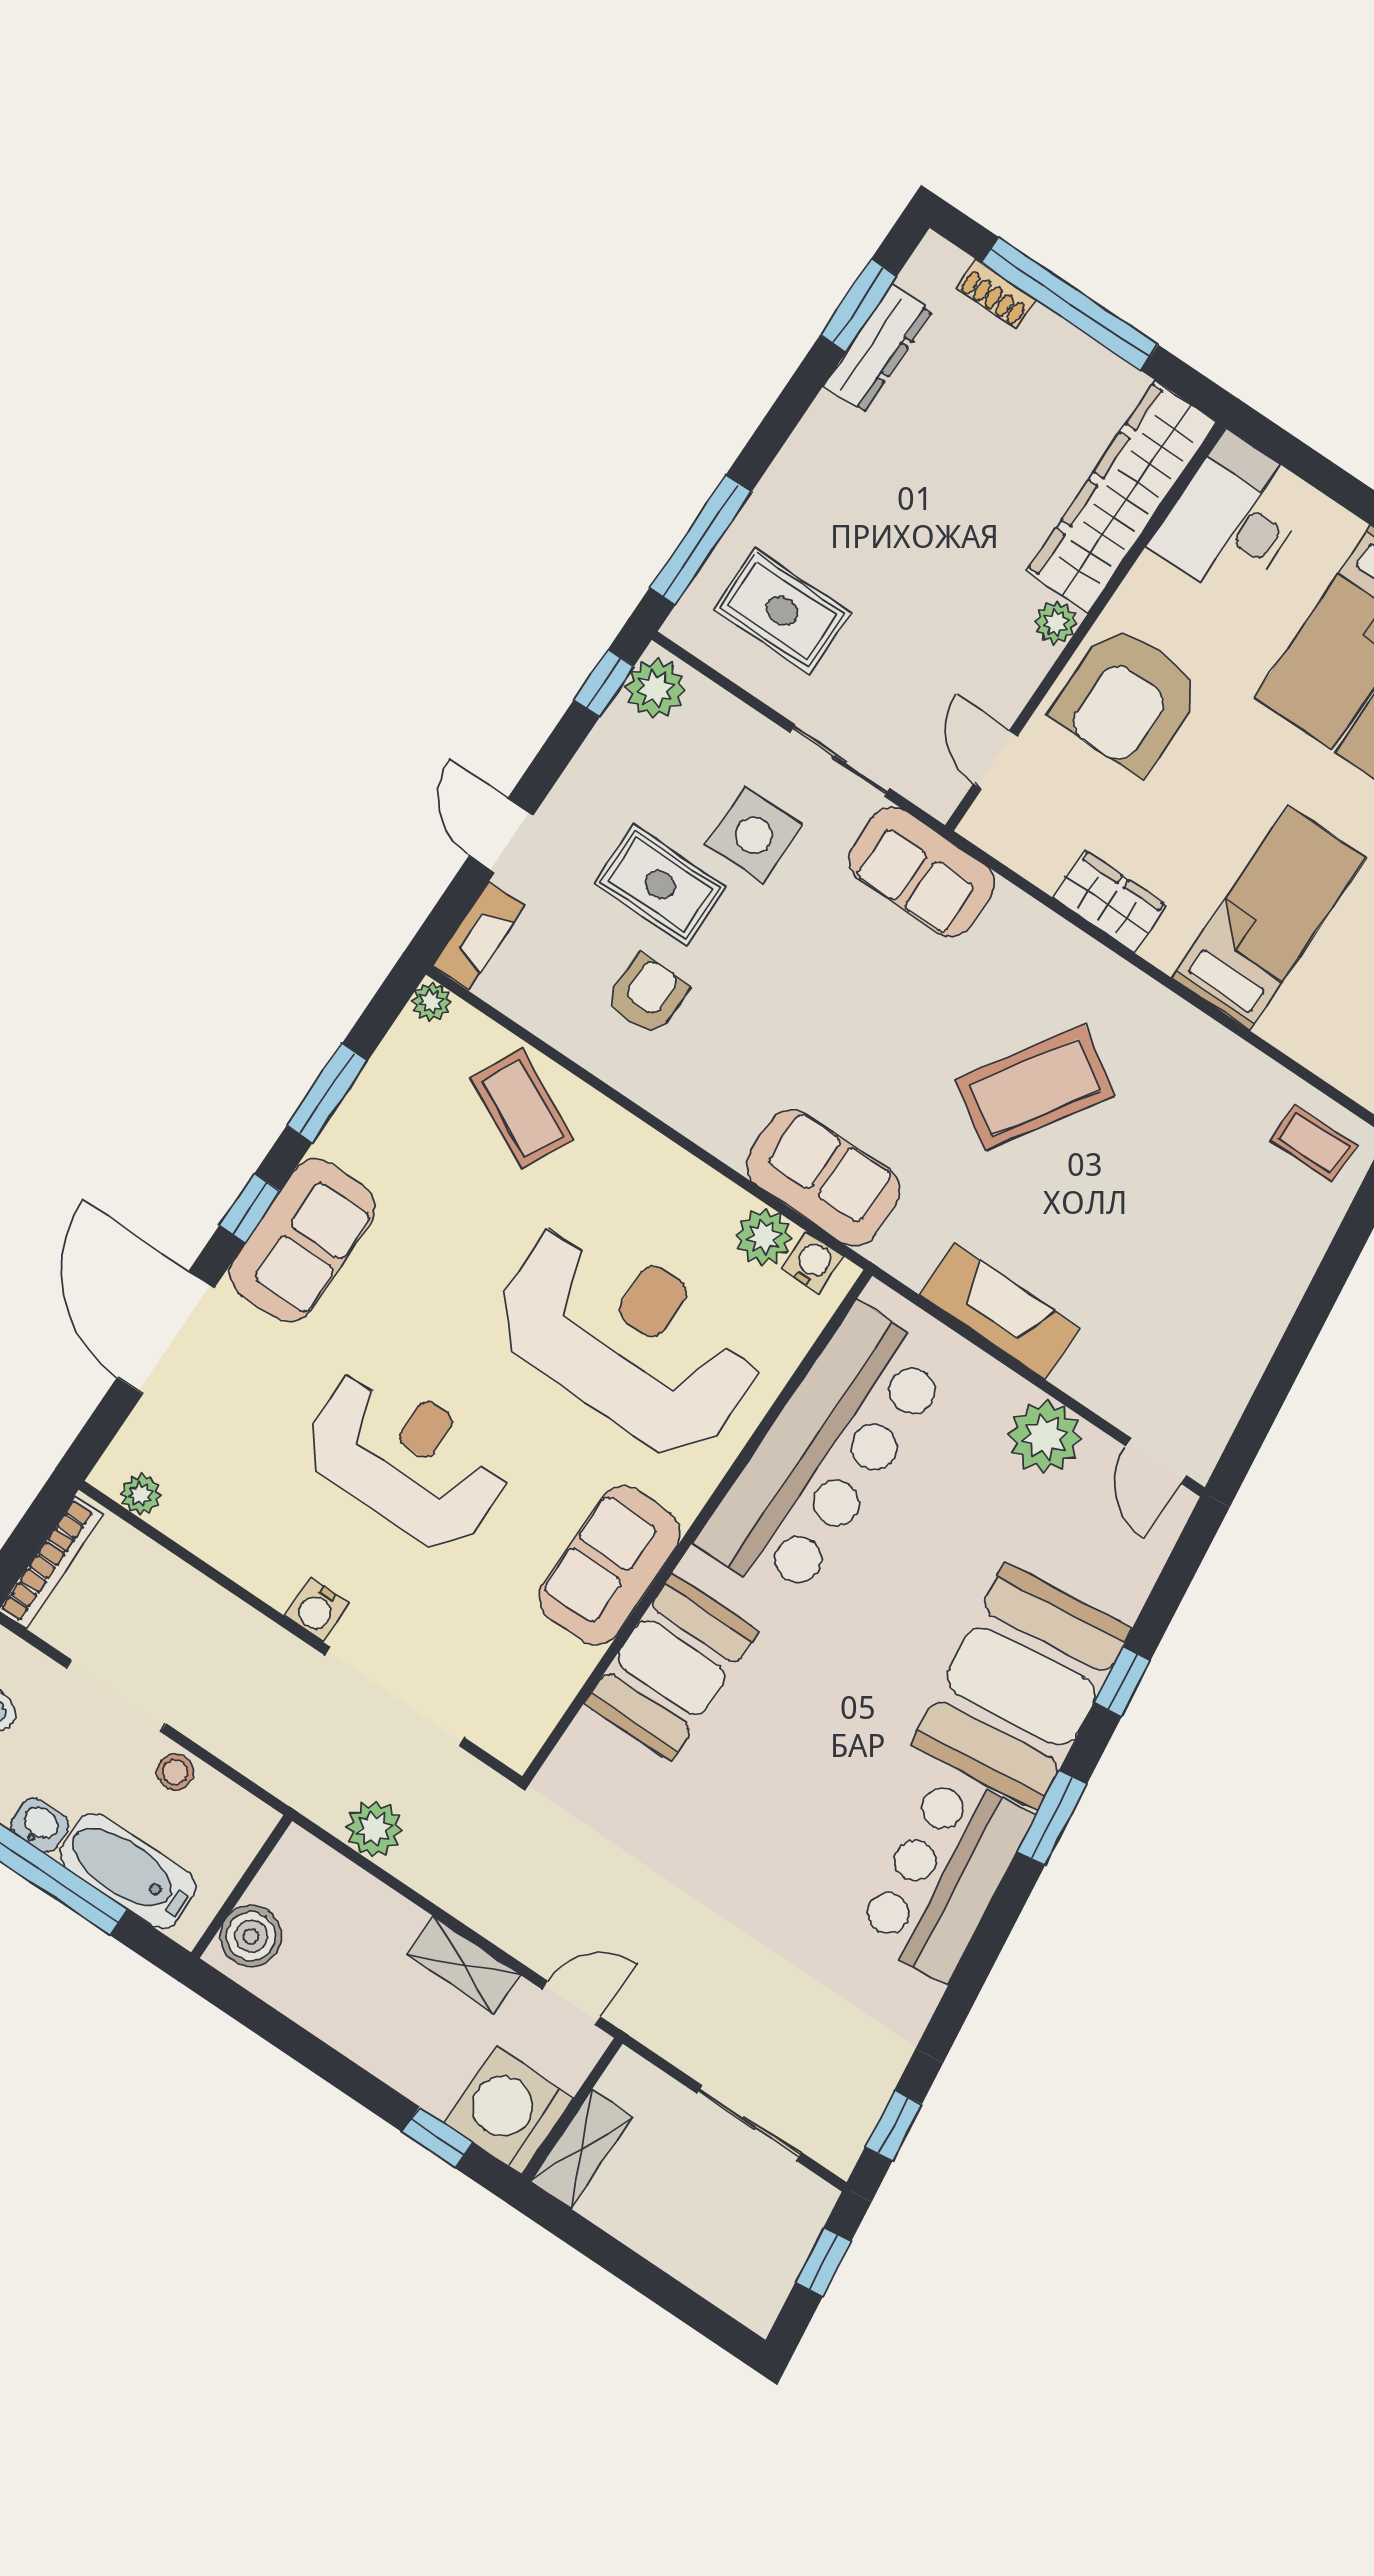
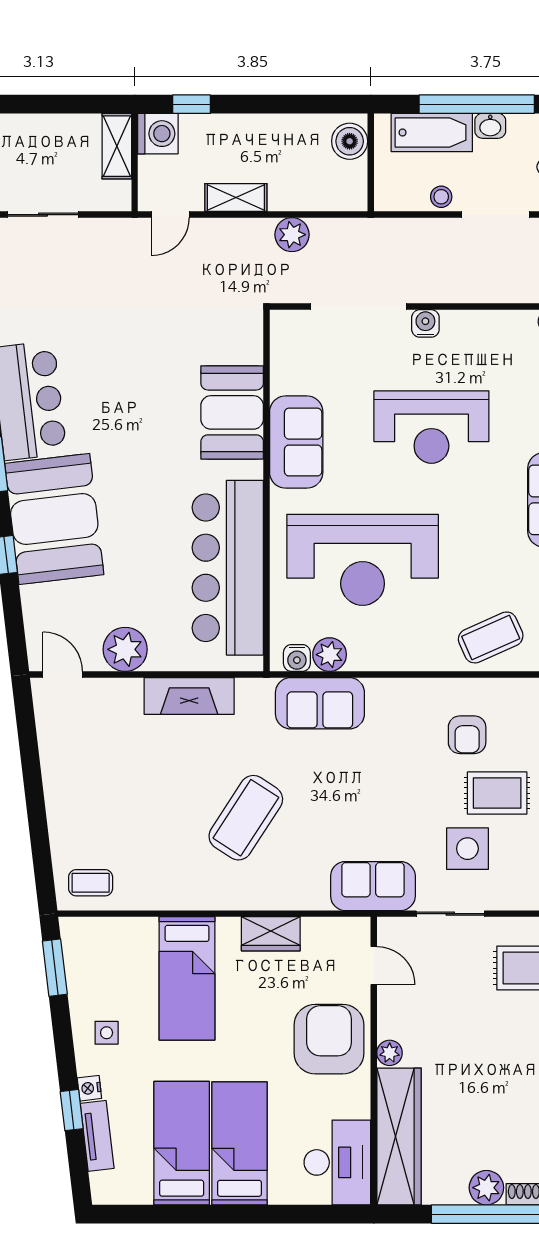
plant: (1048, 343) -> (486, 1188), added
coffee table: (522, 1108) -> (491, 637), turned -51
plant: (374, 1829) -> (292, 235), moved
washing machine: (509, 2110) -> (158, 134), width x0.73, depth x0.73

